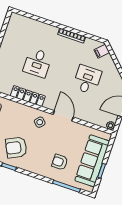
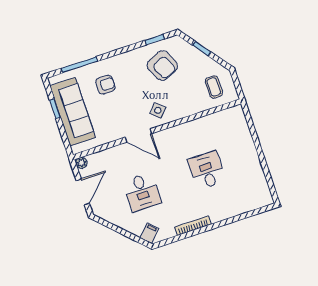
locker: (28, 96) -> (191, 128), removed
armchair: (16, 148) -> (162, 65), turned 91

